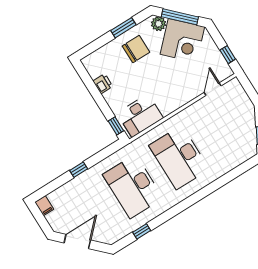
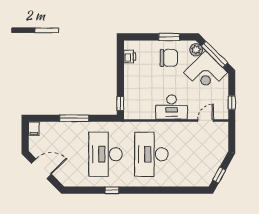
printer: (103, 84) -> (130, 56), moved
desk: (140, 116) -> (172, 107), moved
window: (79, 170) -> (74, 118), width x2.17
window: (142, 231) -> (112, 190), moved

